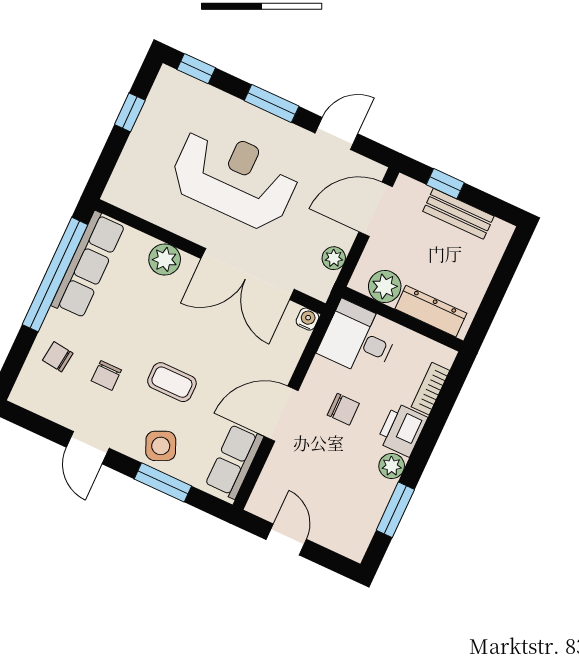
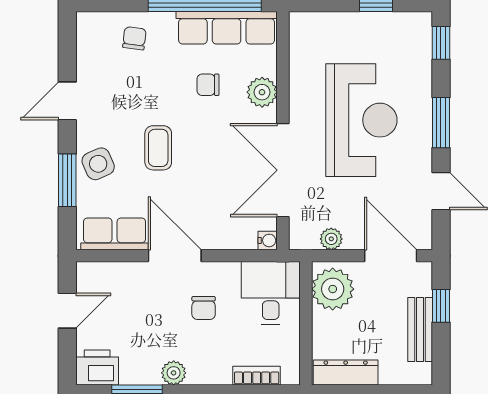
plant: (385, 287) -> (333, 289), width x1.36, depth x1.36
dresser: (431, 311) -> (346, 372), moved, turned -90
chair: (106, 375) -> (208, 85), moved
printer: (402, 430) -> (97, 367), moved

